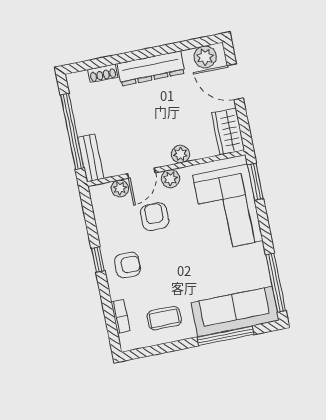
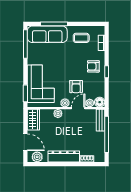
floor lamp: (100, 194) -> (100, 102), added

